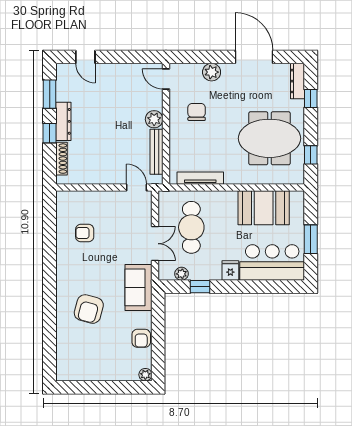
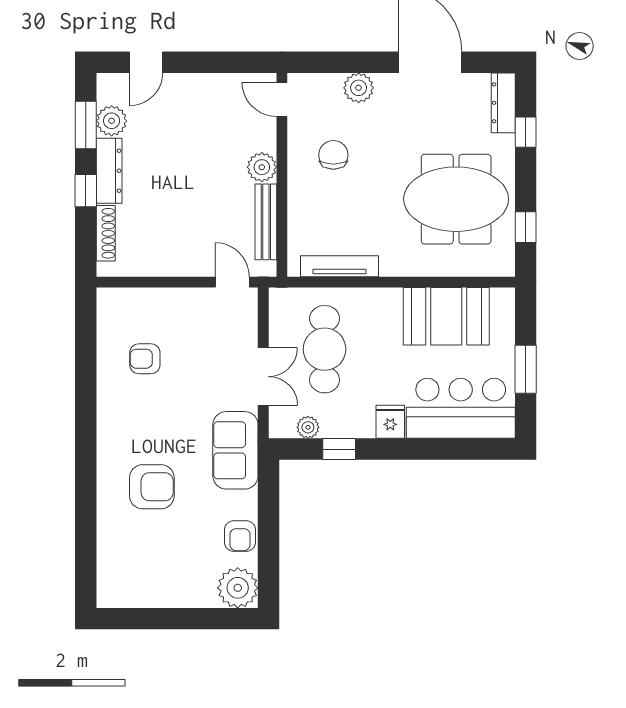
door: (85, 57) -> (146, 62), hinge flipped
plant: (65, 92) -> (112, 121), added
armchair: (89, 309) -> (152, 487), turned -105
plant: (145, 375) -> (238, 588), width x1.87, depth x1.87

